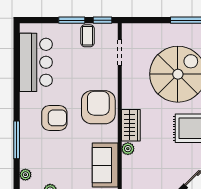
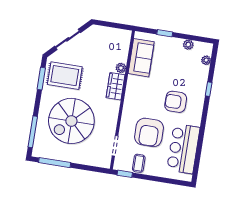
window: (72, 20) -> (149, 178), removed
armchair: (98, 107) -> (149, 132), moved
window: (17, 140) -> (209, 89), width x0.46

